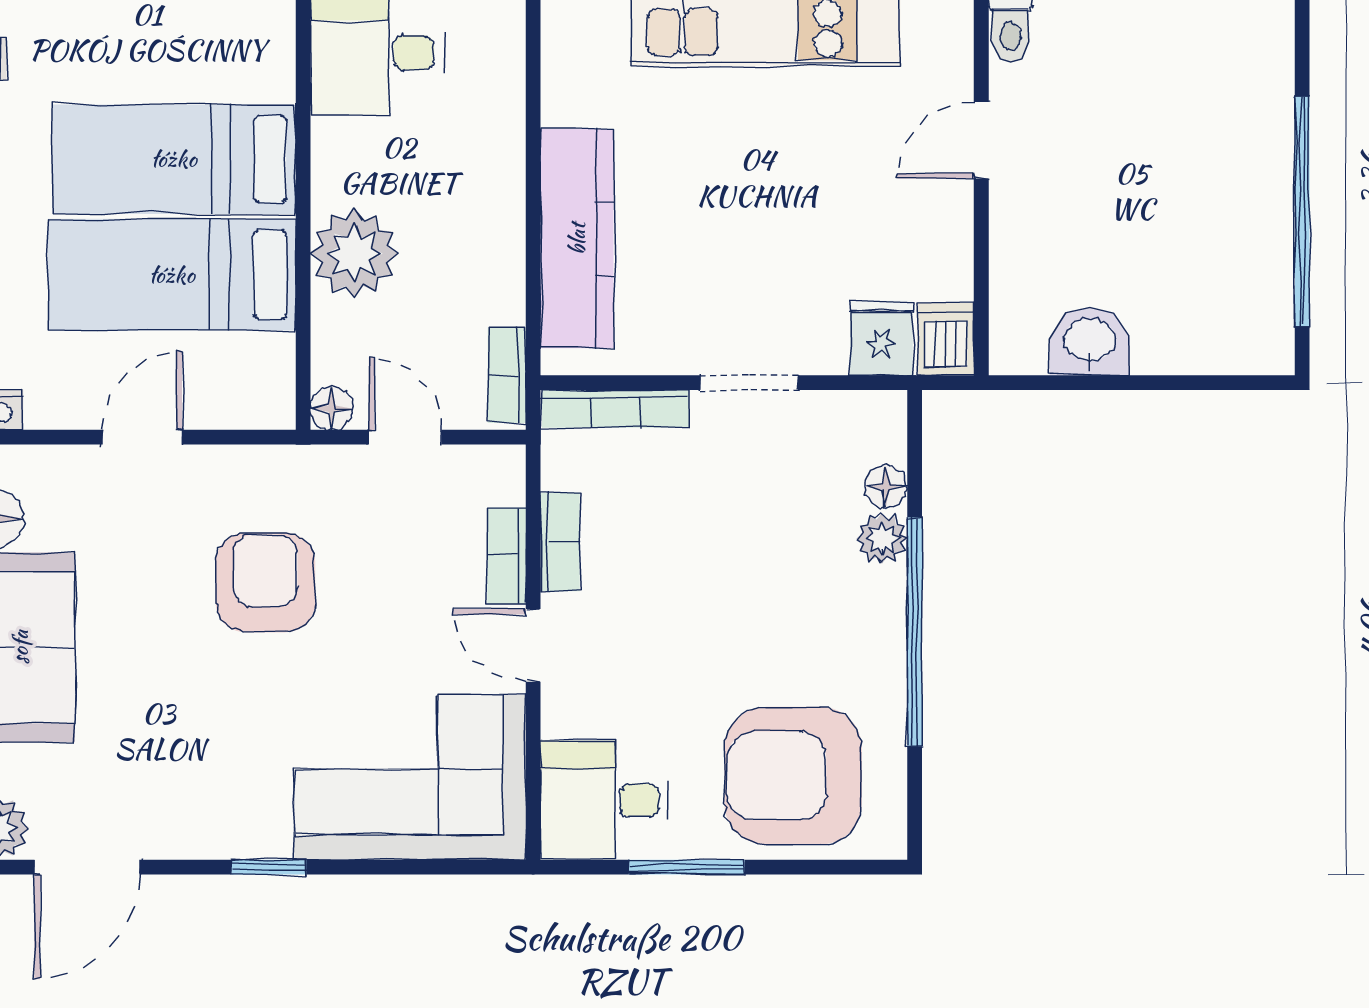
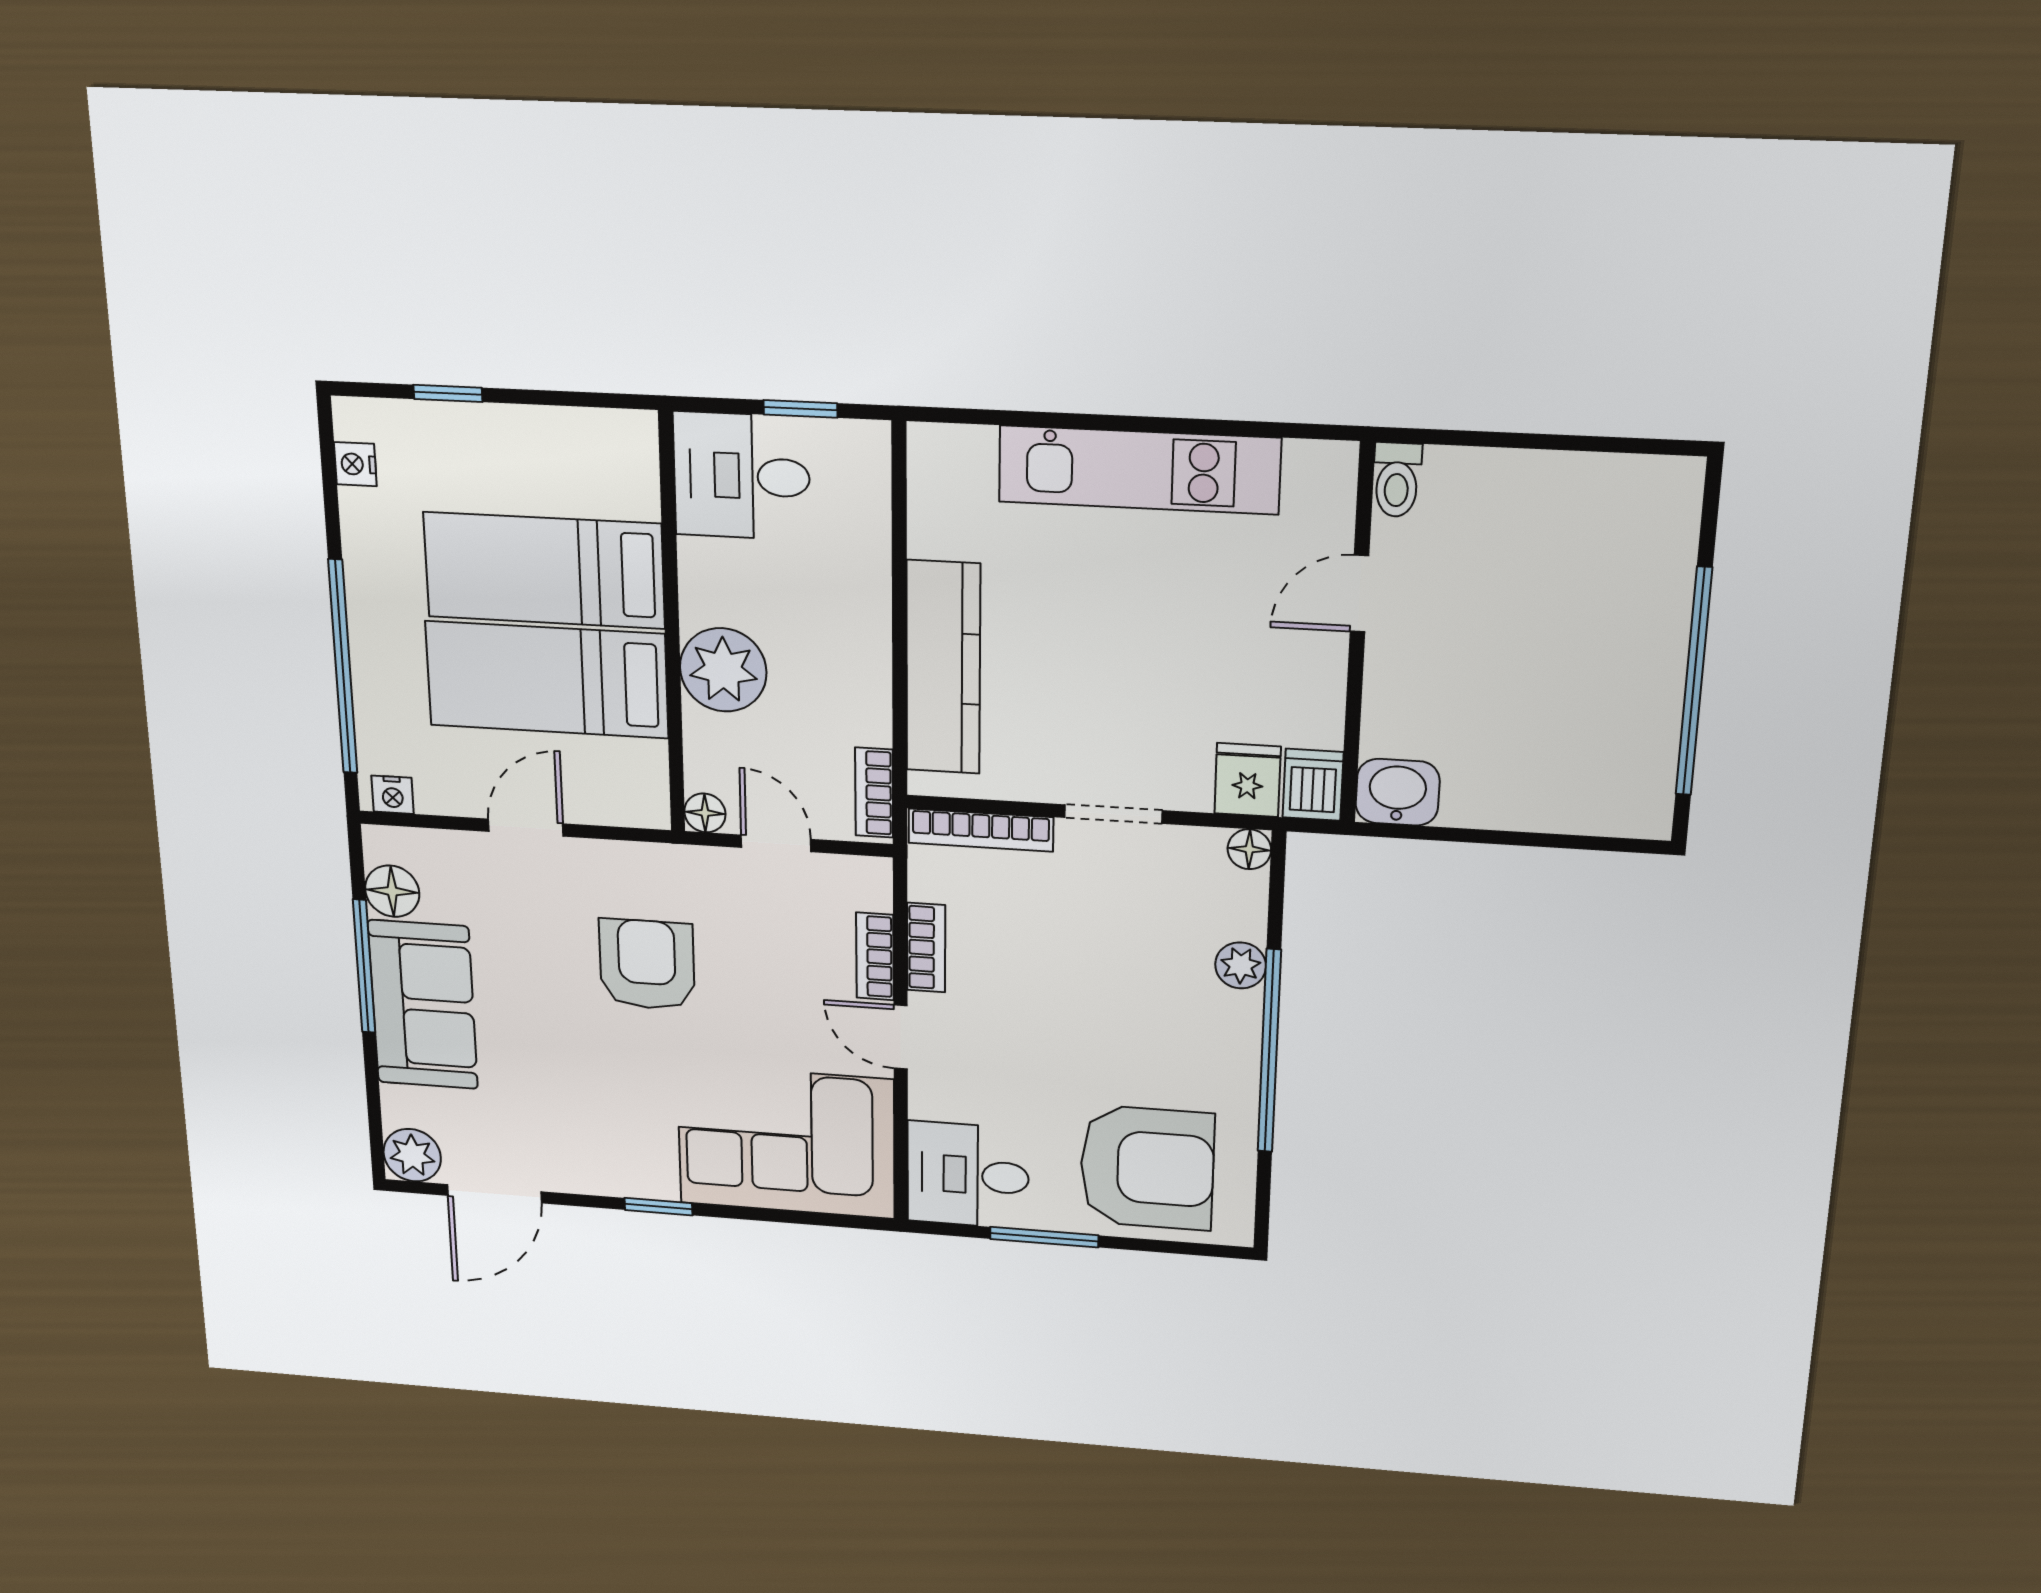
washbasin: (1090, 342) -> (1398, 792), moved
floor lamp: (886, 487) -> (1249, 849), moved
armchair: (793, 776) -> (1147, 1168), turned 180

